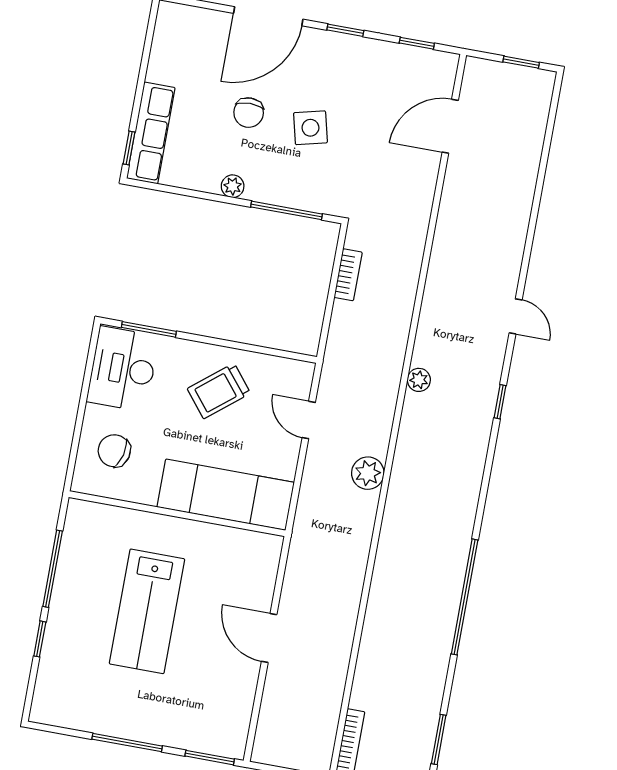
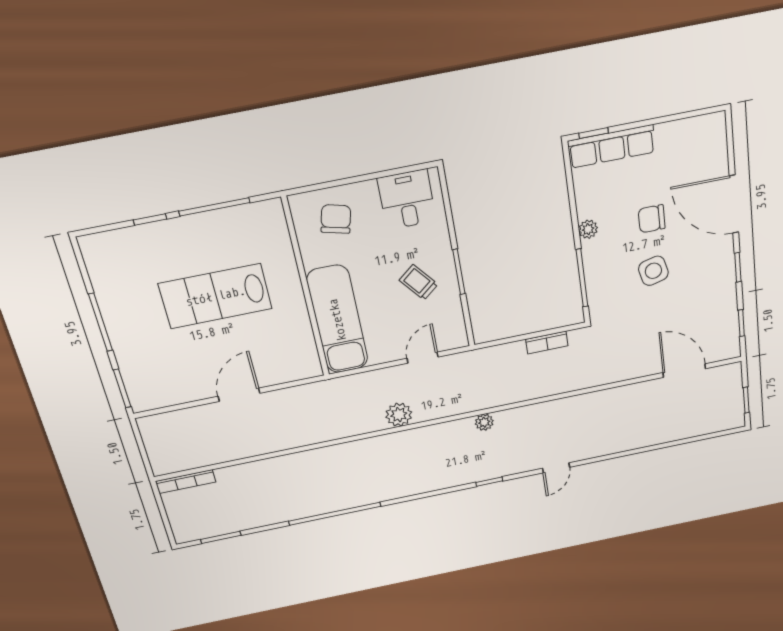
window: (149, 329) -> (459, 272), moved
desk: (123, 369) -> (407, 200), width x0.73
trolley: (219, 391) -> (419, 282), width x0.73, depth x0.72

